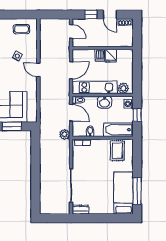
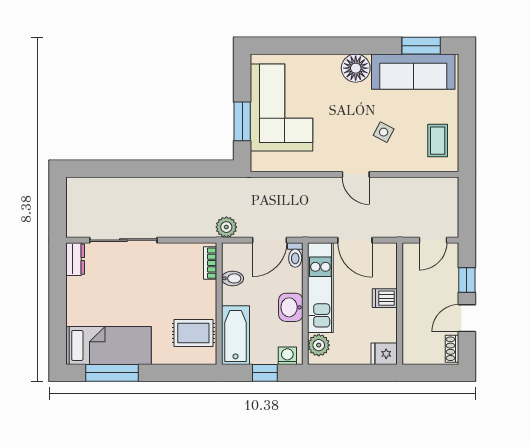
fridge: (111, 56) -> (384, 354), moved
door: (38, 70) -> (356, 174), swing flipped

